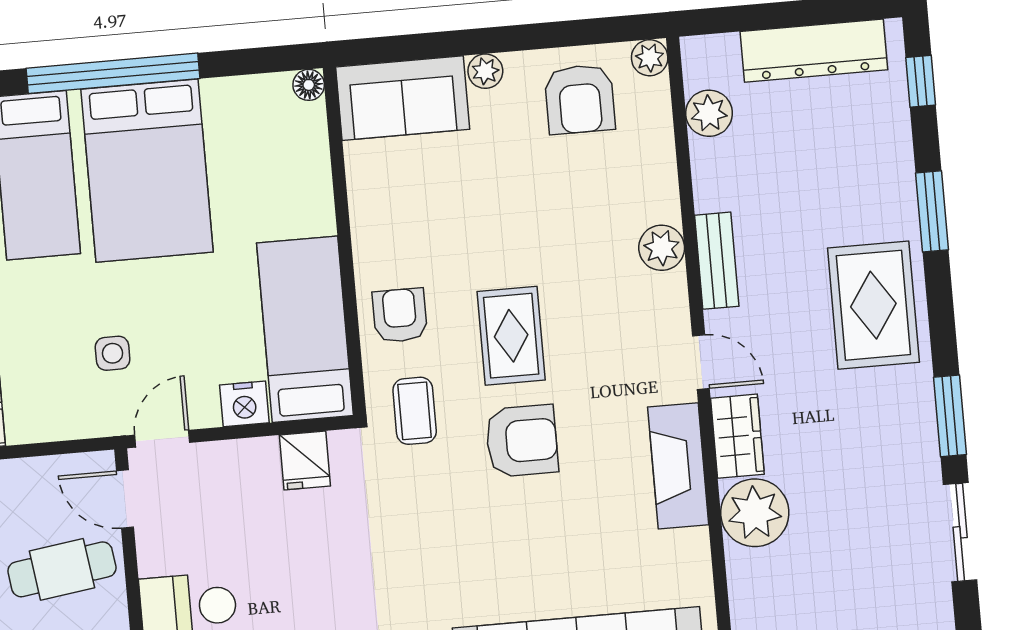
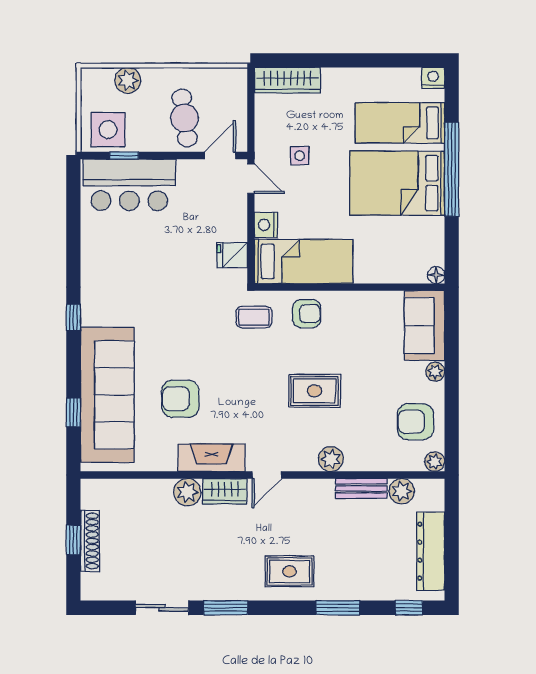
bench: (717, 261) -> (361, 488), moved
rug: (873, 305) -> (290, 571), width x0.73, depth x0.70
rug: (511, 336) -> (315, 391), moved
armchair: (522, 441) -> (180, 399), moved, turned 90
plant: (755, 513) -> (187, 492), width x0.73, depth x0.73

